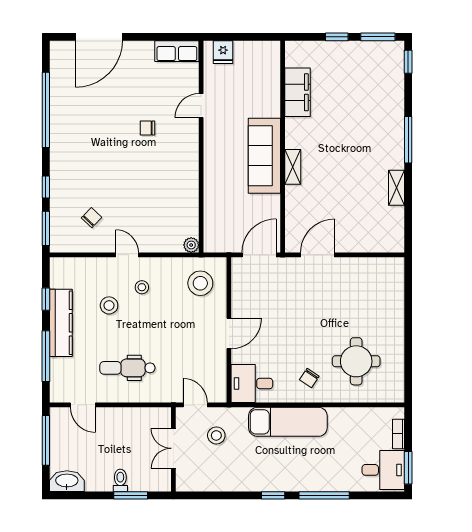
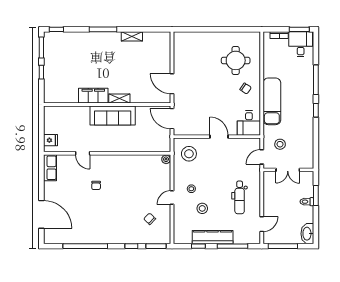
filing cabinet: (298, 92) -> (93, 96), moved

